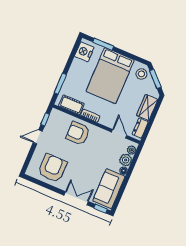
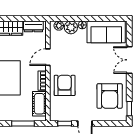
armchair: (78, 133) -> (65, 85), turned 180
door: (119, 134) -> (48, 57), moved
armchair: (52, 168) -> (110, 96), turned -90
window: (101, 209) -> (129, 109), moved

